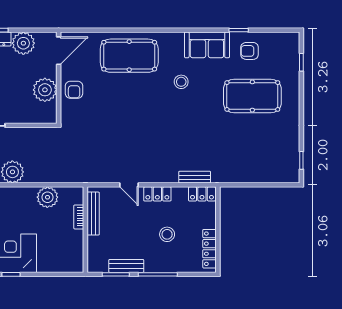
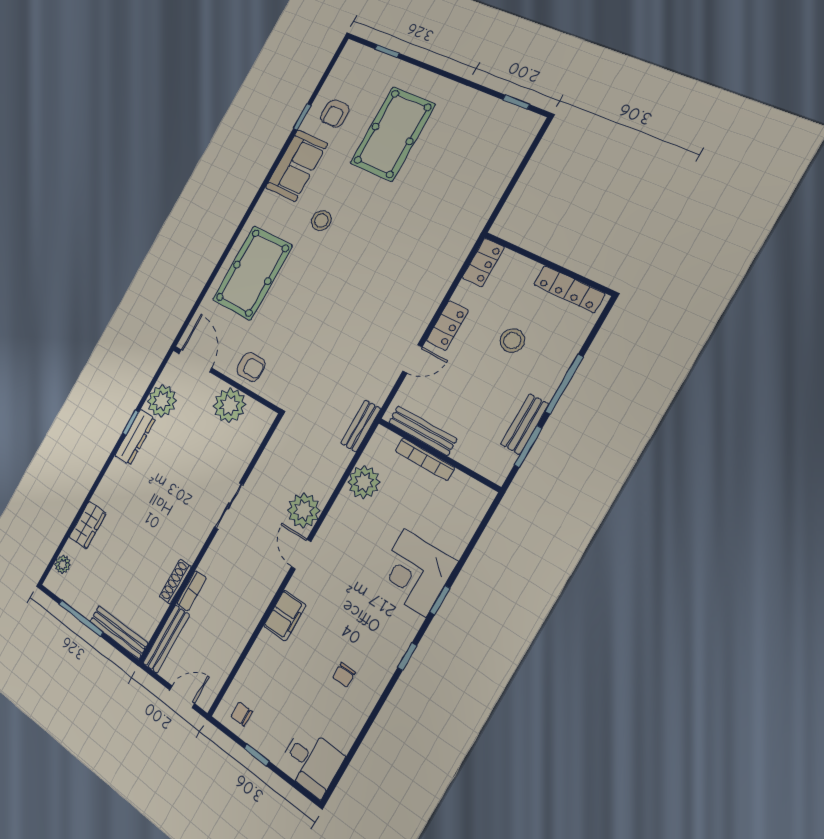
bench: (195, 177) -> (361, 426), moved
bookcase: (79, 217) -> (425, 459), width x1.56

